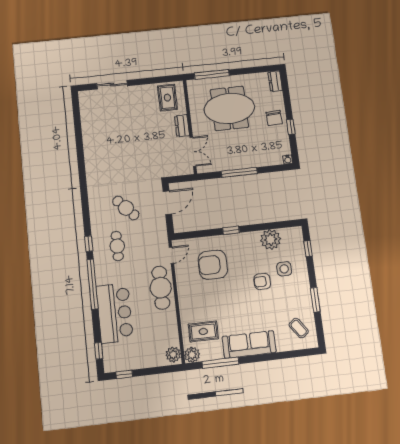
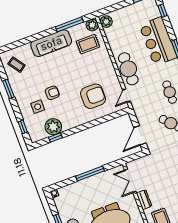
window: (231, 230) -> (55, 137), moved

